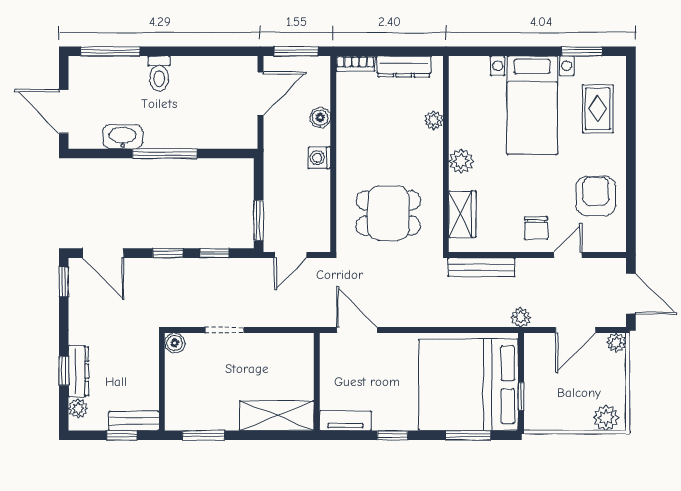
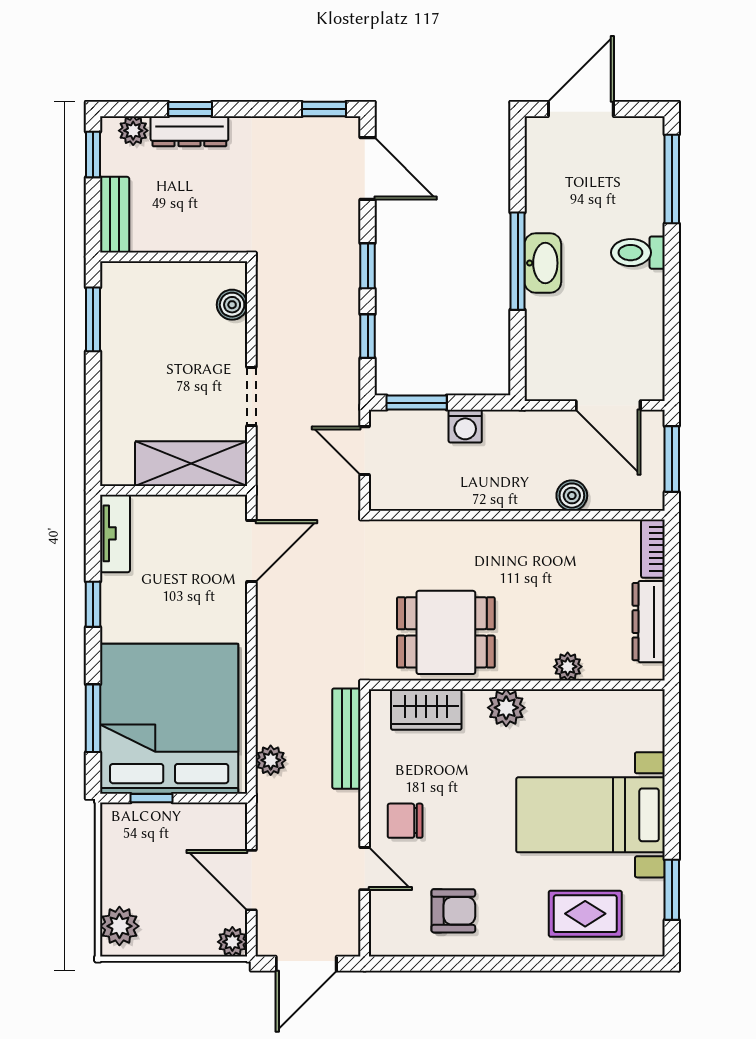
washbasin: (123, 137) -> (543, 263), moved
washing machine: (319, 158) -> (465, 426), moved, turned 180
armchair: (596, 196) -> (453, 911), width x0.72, depth x0.72
dining table: (388, 213) -> (446, 632), moved, turned 90
door: (103, 253) -> (368, 168), swing flipped
plant: (521, 317) -> (271, 760), moved
doorway: (225, 330) -> (251, 397), moved
boiler: (175, 343) -> (232, 305), moved
shelving: (277, 416) -> (191, 464), moved, turned 90
window: (122, 435) -> (93, 154), moved

